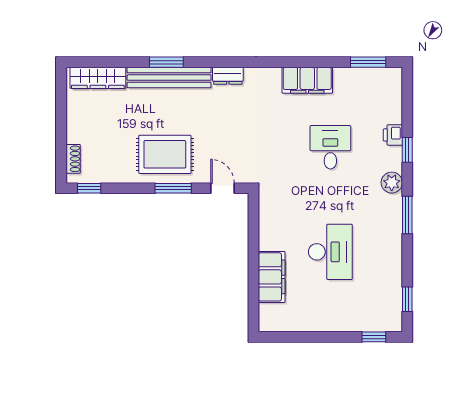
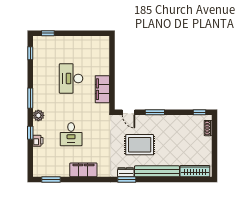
window: (166, 62) -> (127, 179), moved
rug: (165, 154) -> (140, 145), moved
filing cabinet: (272, 277) -> (102, 89), moved

